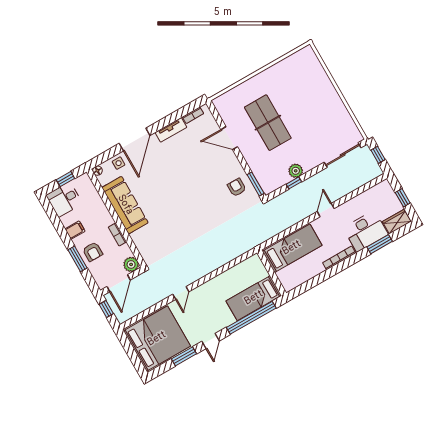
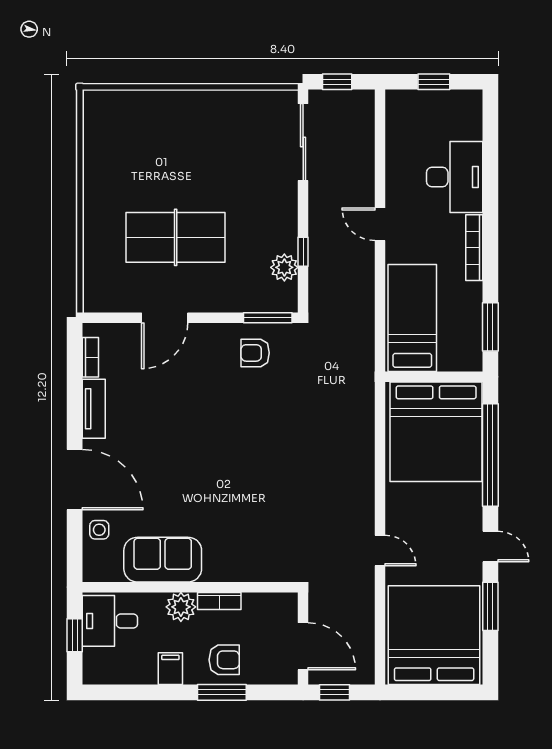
floor lamp: (97, 171) -> (92, 573), removed
plant: (296, 171) -> (284, 267), moved
desk: (64, 199) -> (110, 621), moved, turned 90
sofa: (125, 205) -> (163, 560), width x0.73
wardrobe: (397, 222) -> (469, 115), removed
window: (380, 244) -> (490, 327), moved
plant: (131, 264) -> (181, 607), moved
bed: (254, 298) -> (436, 432), width x2.04

